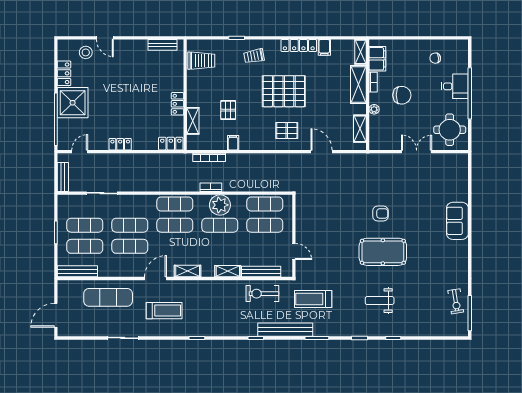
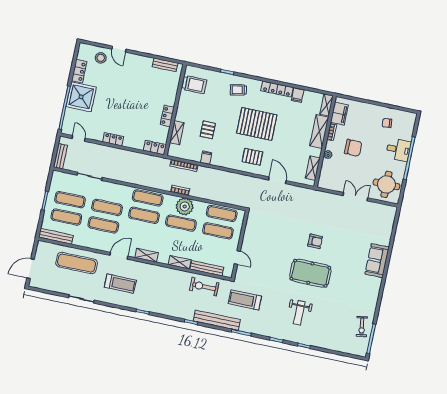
door: (80, 152) -> (79, 138), hinge flipped
weight bench: (380, 301) -> (299, 313), turned -90

